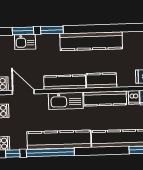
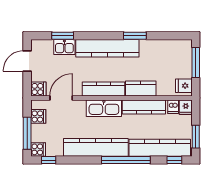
window: (52, 30) -> (135, 36), moved
kitchen counter: (91, 41) -> (107, 48), moved
door: (23, 92) -> (61, 98), hinge flipped
window: (50, 152) -> (126, 160), moved

